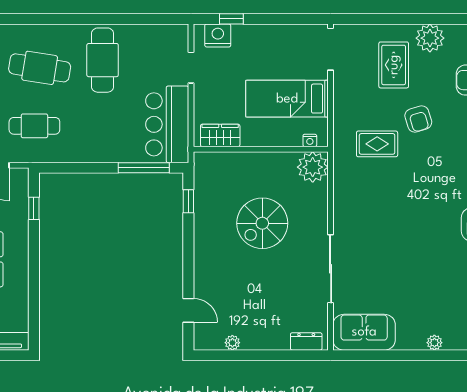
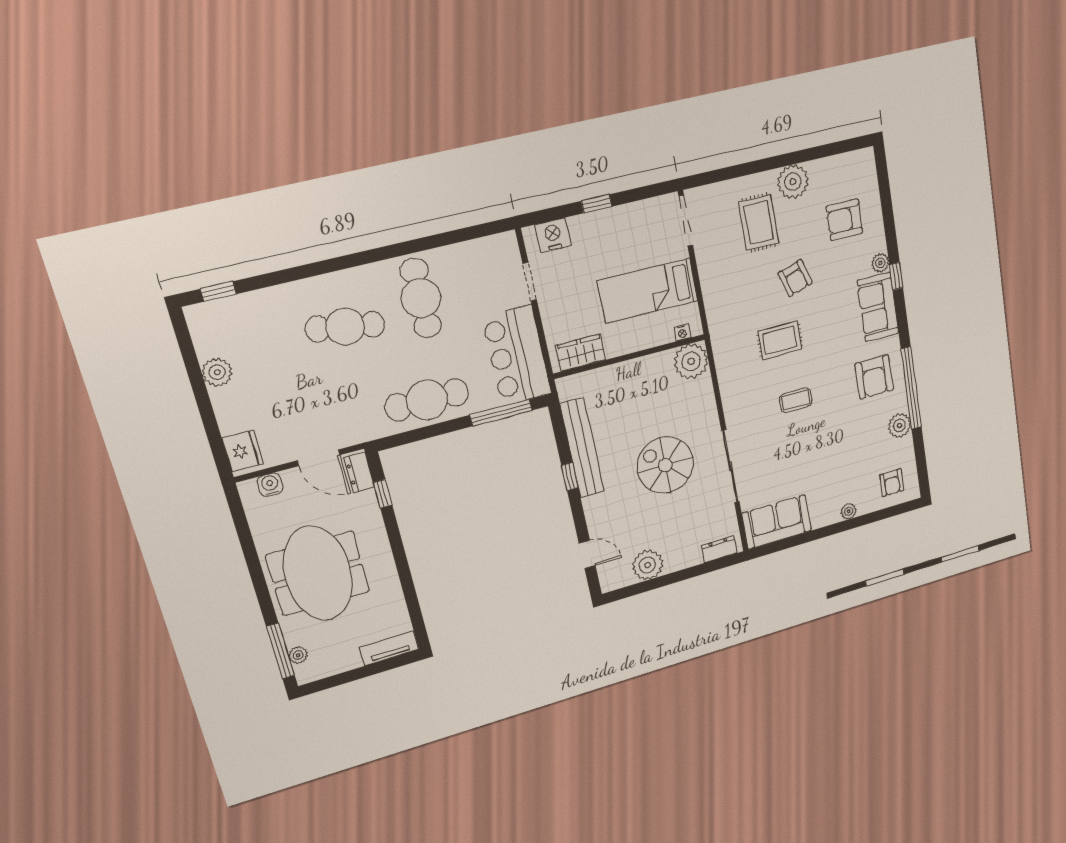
window: (231, 19) -> (597, 204), moved
cafe table: (34, 126) -> (427, 400), moved, width x1.37, depth x1.35
rug: (377, 144) -> (780, 340), moved
dresser: (20, 186) -> (359, 472), added
window: (188, 201) -> (570, 477), moved
bench: (204, 216) -> (582, 448), added
spiral stairs: (262, 223) -> (665, 465), moved, turned 90
coffee table: (401, 226) -> (796, 400), added
plant: (232, 343) -> (648, 565), width x1.88, depth x1.88

